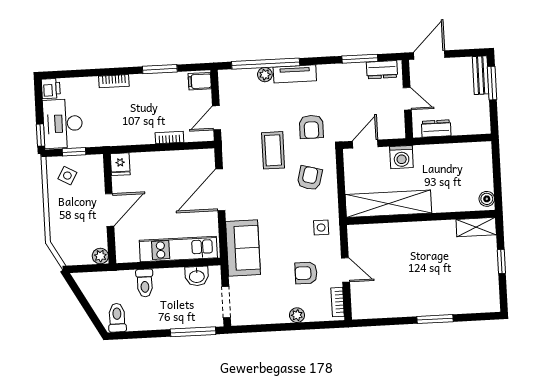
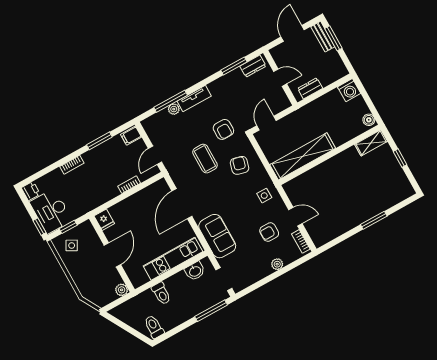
door: (429, 55) -> (293, 33), moved
window: (266, 64) -> (171, 101), width x0.68
washing machine: (401, 157) -> (349, 90), moved

